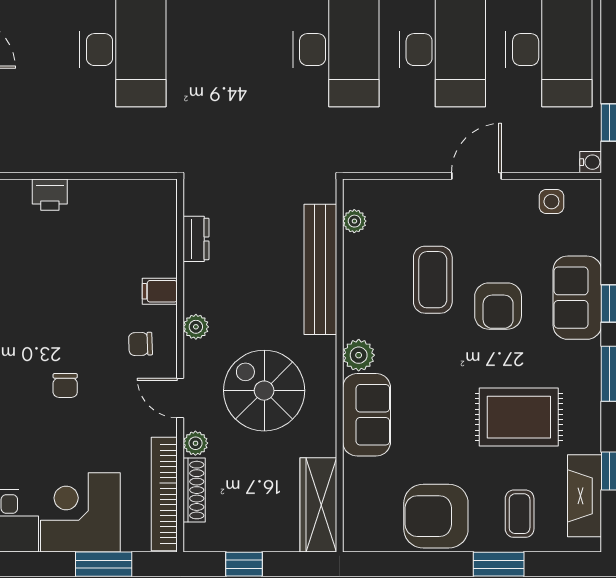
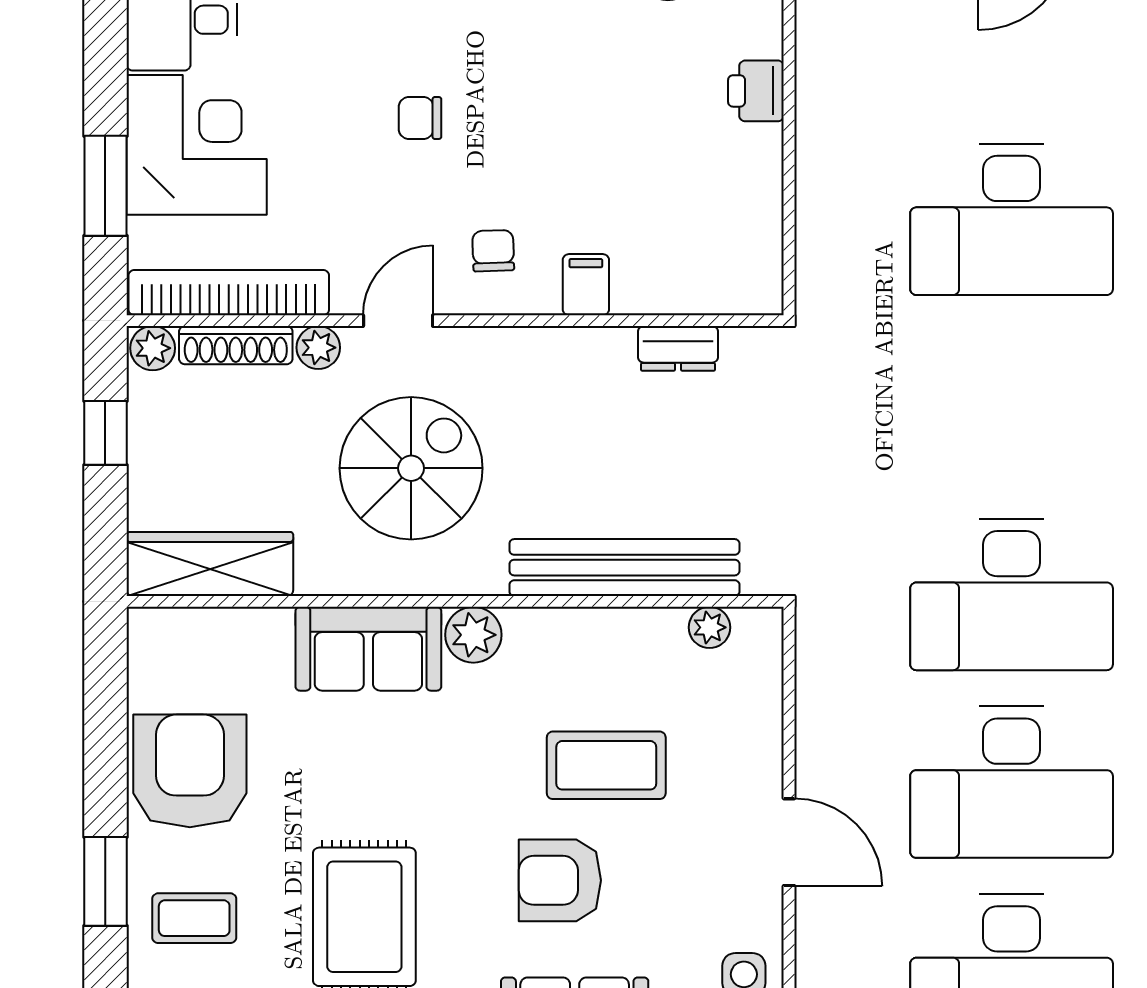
plant: (196, 327) -> (153, 348), moved

